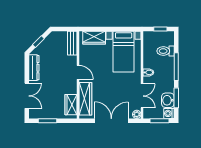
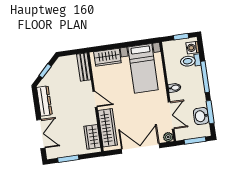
washing machine: (169, 113) -> (192, 48), moved

